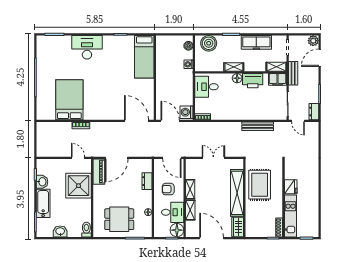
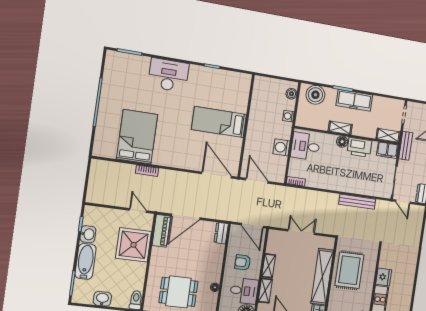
freezer: (256, 42) -> (354, 100), moved
bed: (144, 57) -> (219, 122), moved, turned 90
washing machine: (187, 112) -> (281, 147), moved
dresser: (147, 181) -> (221, 233), moved

